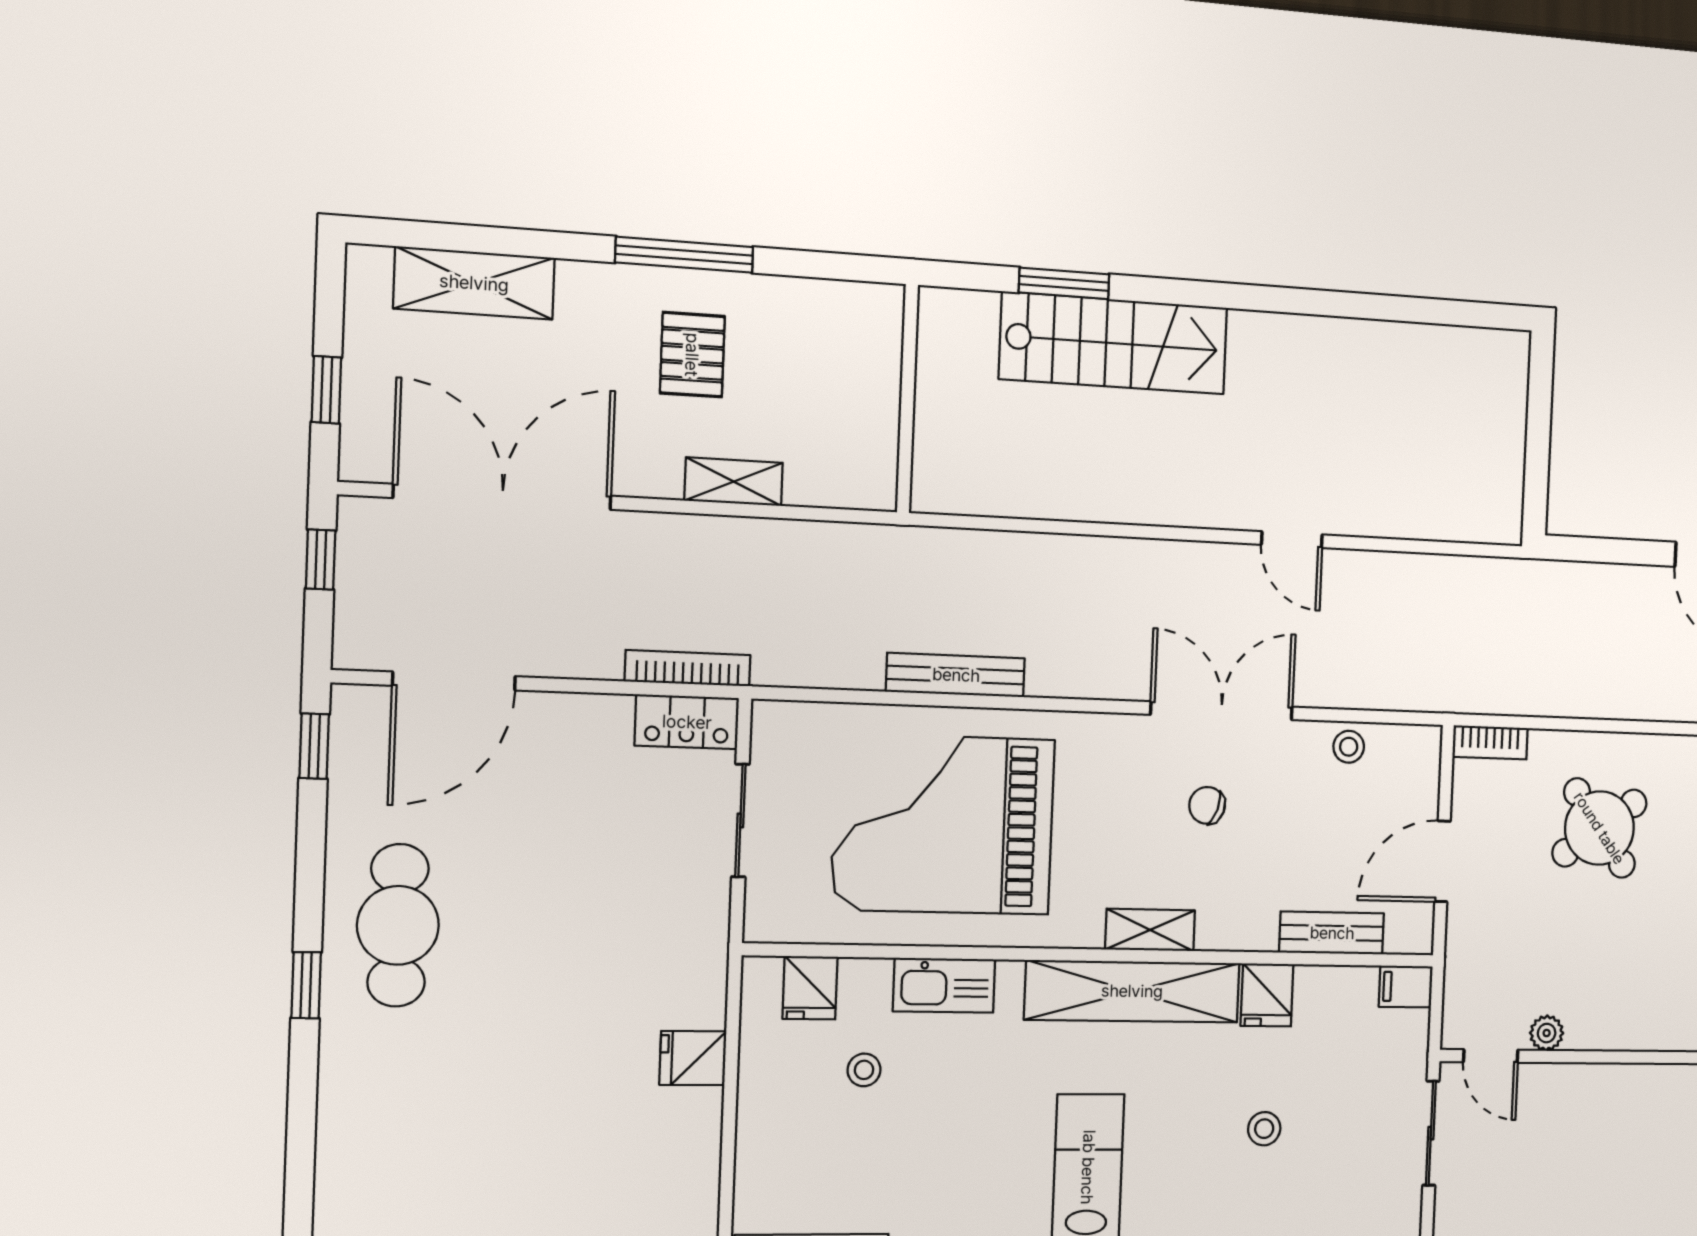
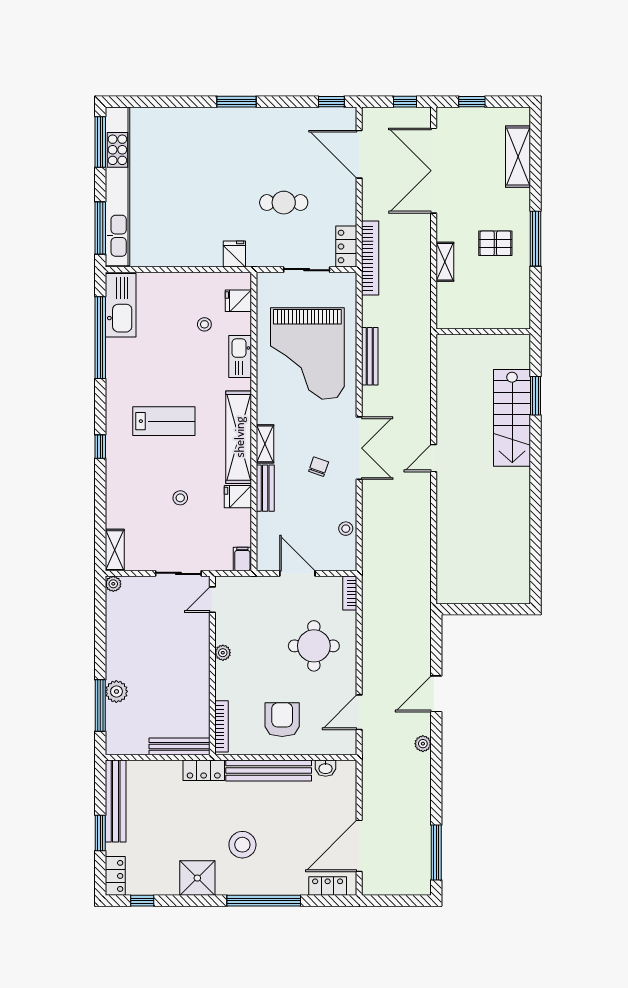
double door: (503, 497) -> (434, 171), swing flipped
door: (1292, 540) -> (434, 458), moved
bookcase: (688, 668) -> (370, 258), width x1.48, depth x1.31
double door: (1222, 711) -> (359, 448), moved
grand piano: (943, 824) -> (307, 354), turned 180
round table: (1599, 828) -> (314, 646), turned 36
cafe table: (398, 925) -> (284, 203), moved, width x0.73, depth x0.74
bench: (1332, 933) -> (265, 488), moved
window: (306, 985) -> (237, 102), width x1.50
plant: (1547, 1033) -> (223, 653), moved
fridge: (693, 1058) -> (234, 254), moved

